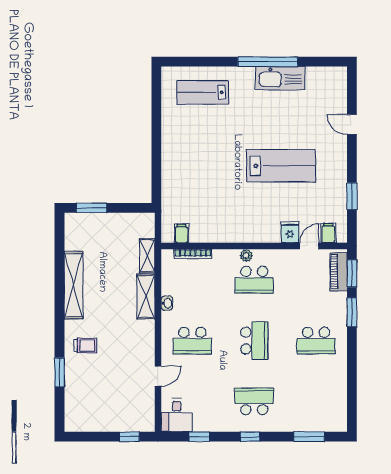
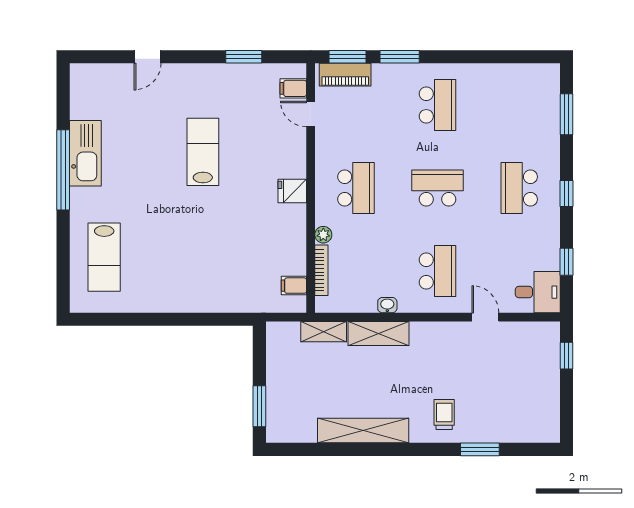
lab bench: (281, 166) -> (203, 152), width x0.73, depth x0.72
fridge: (290, 232) -> (292, 191), moved
plant: (246, 255) -> (323, 235), moved

